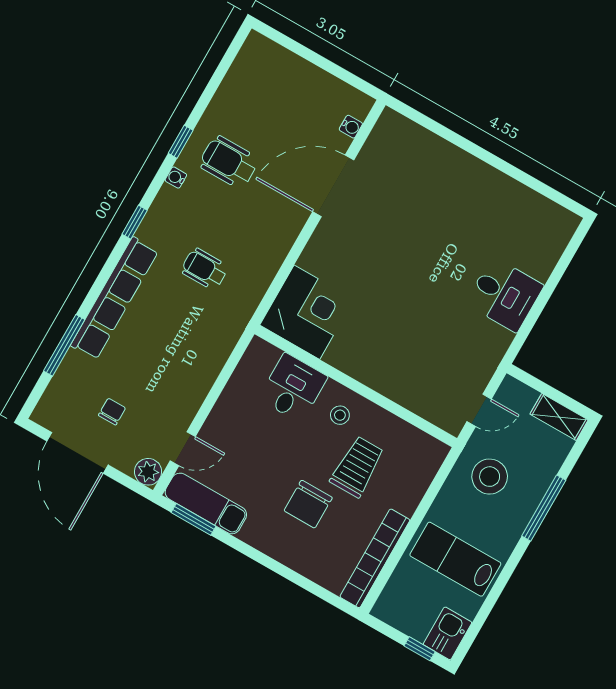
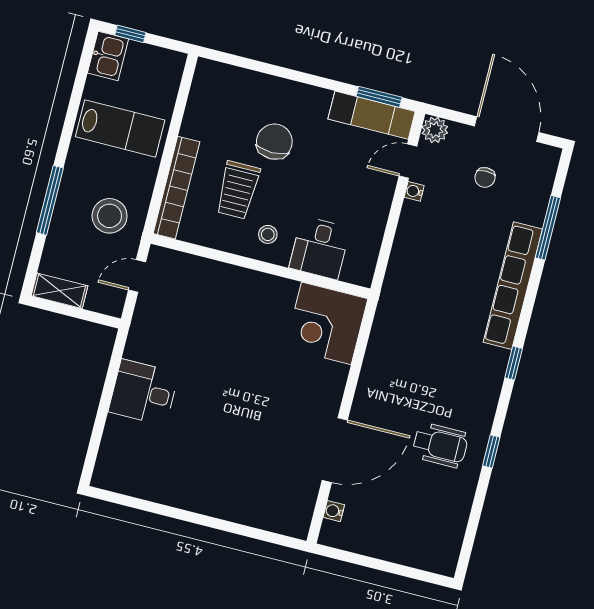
water cooler: (176, 178) -> (414, 191), moved, turned 180
wheelchair: (205, 269) -> (435, 337), removed
bookcase: (375, 558) -> (176, 188), moved

